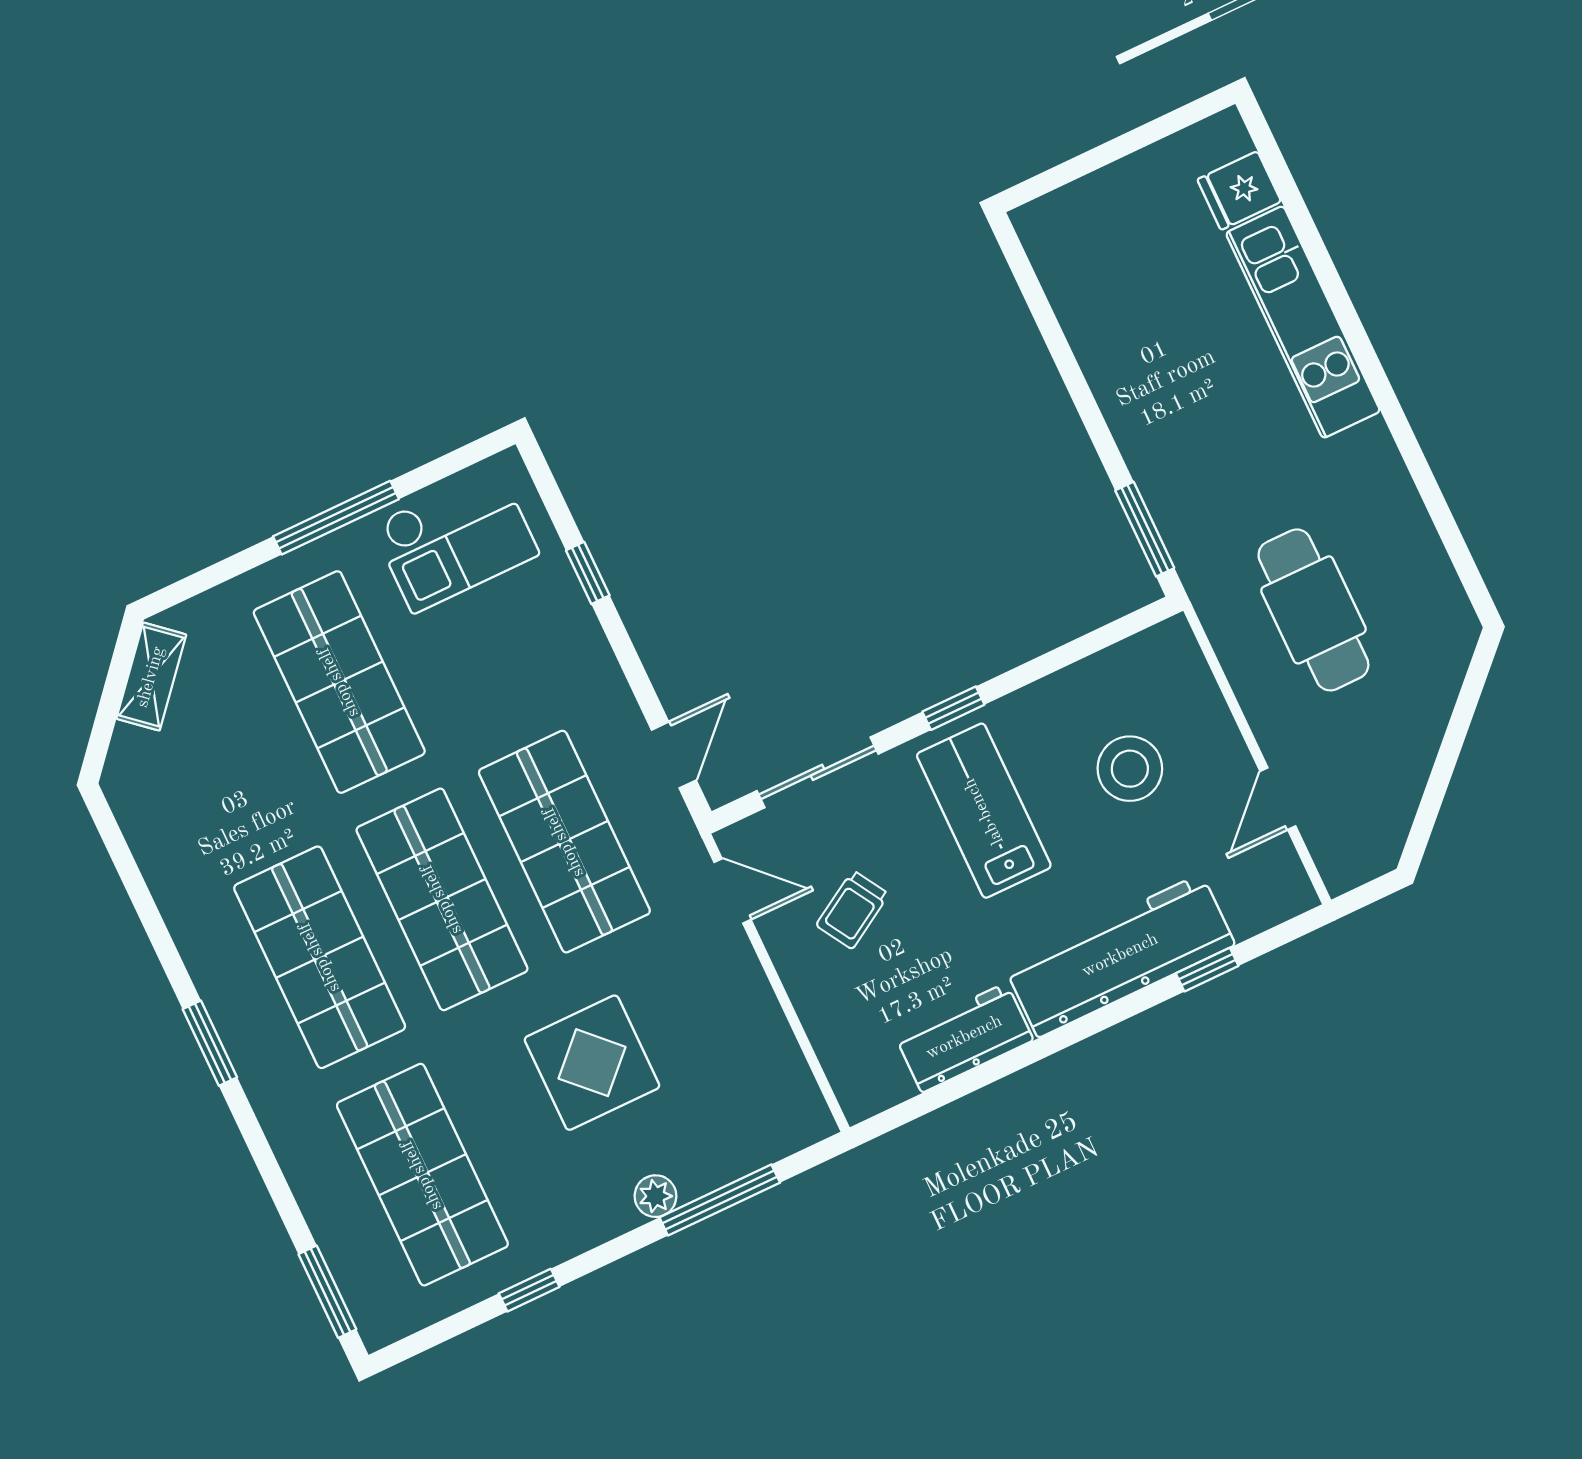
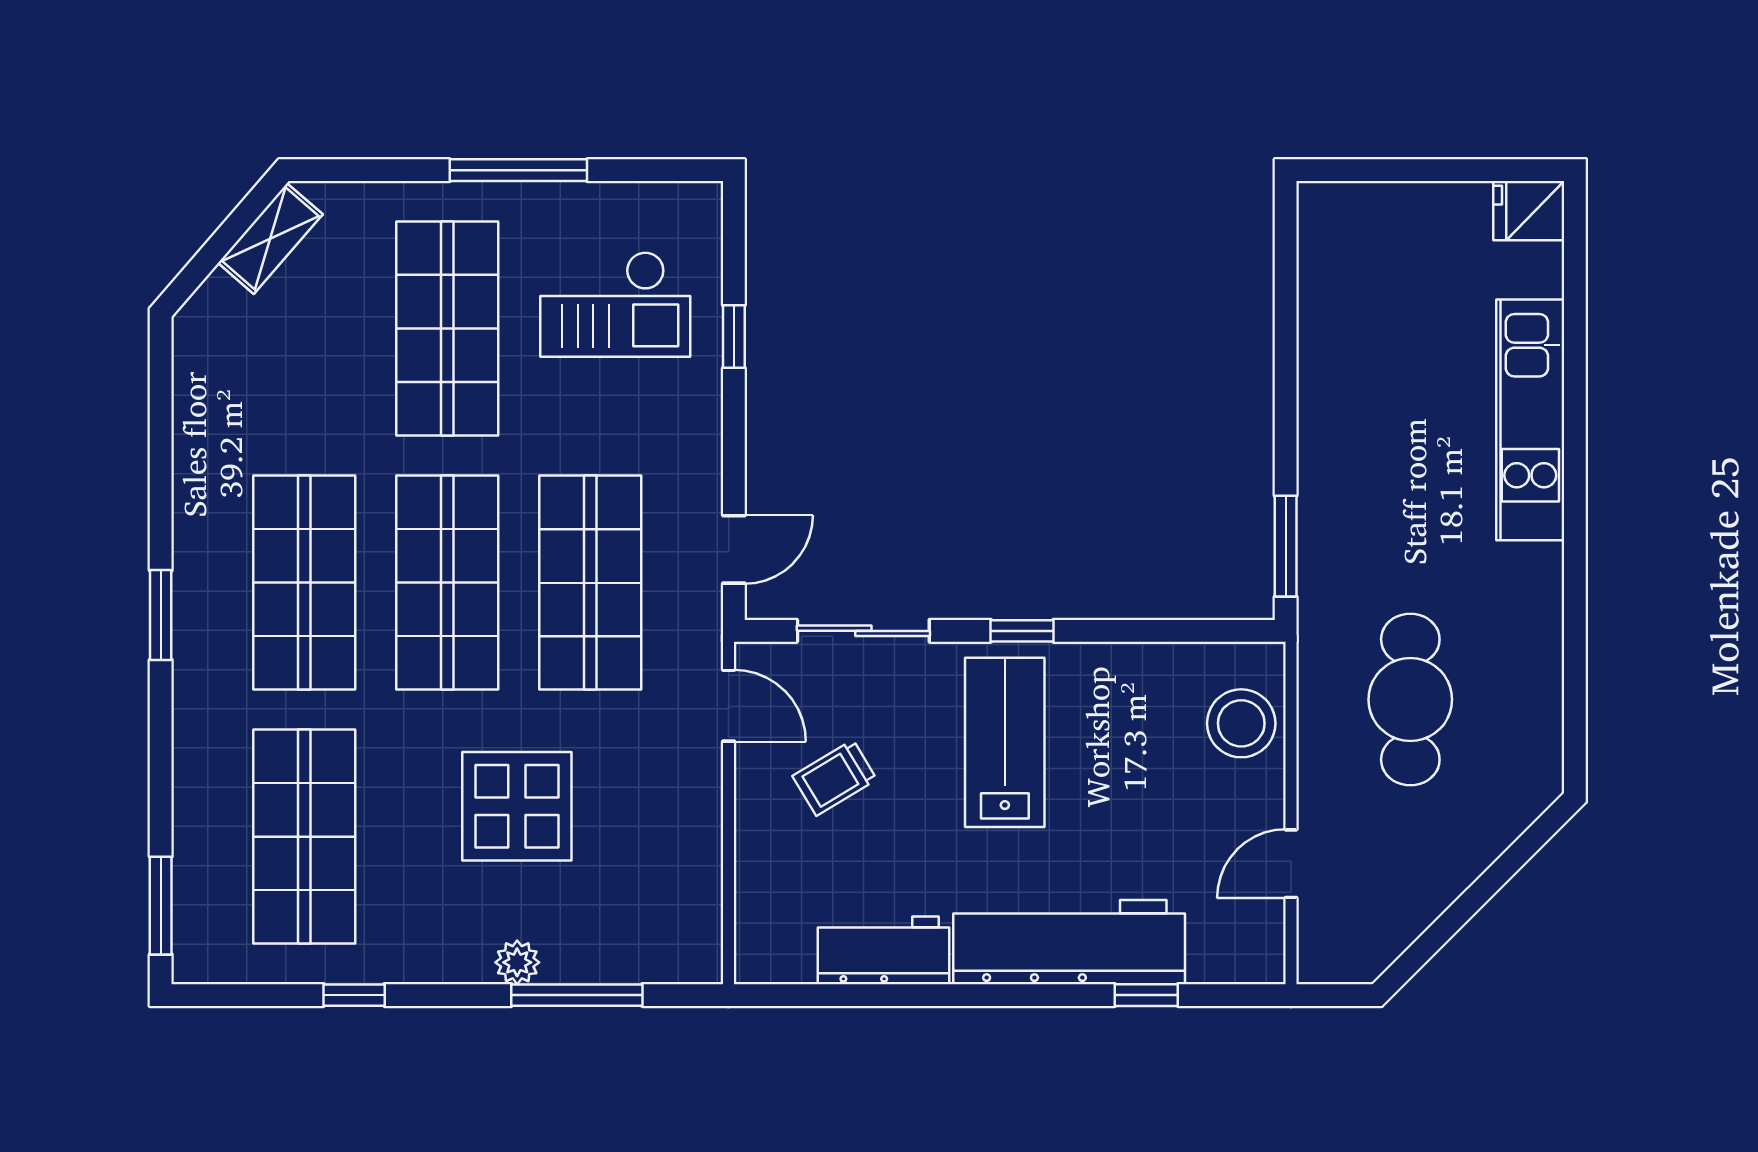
fridge: (1239, 191) -> (1529, 211), moved
checkout: (455, 540) -> (615, 304), moved
stool: (1130, 769) -> (1241, 723), moved

